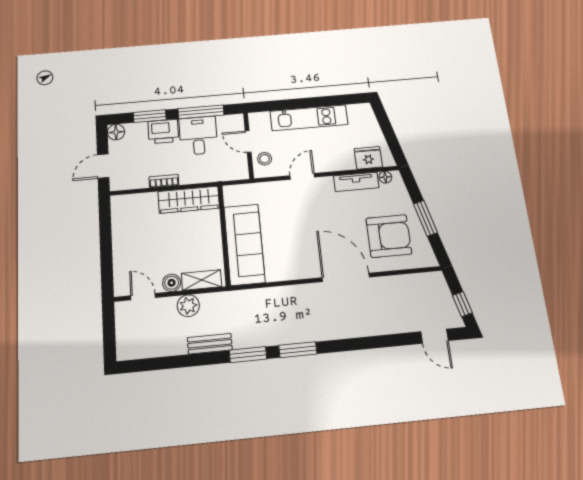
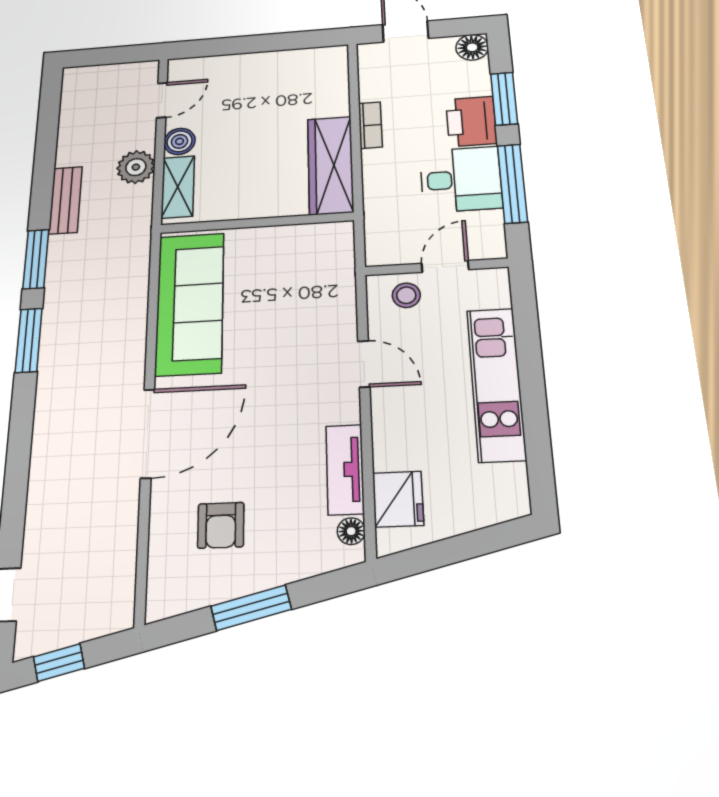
armchair: (389, 236) -> (221, 525), width x0.53, depth x0.53
sofa: (244, 244) -> (190, 303), moved, turned -90

